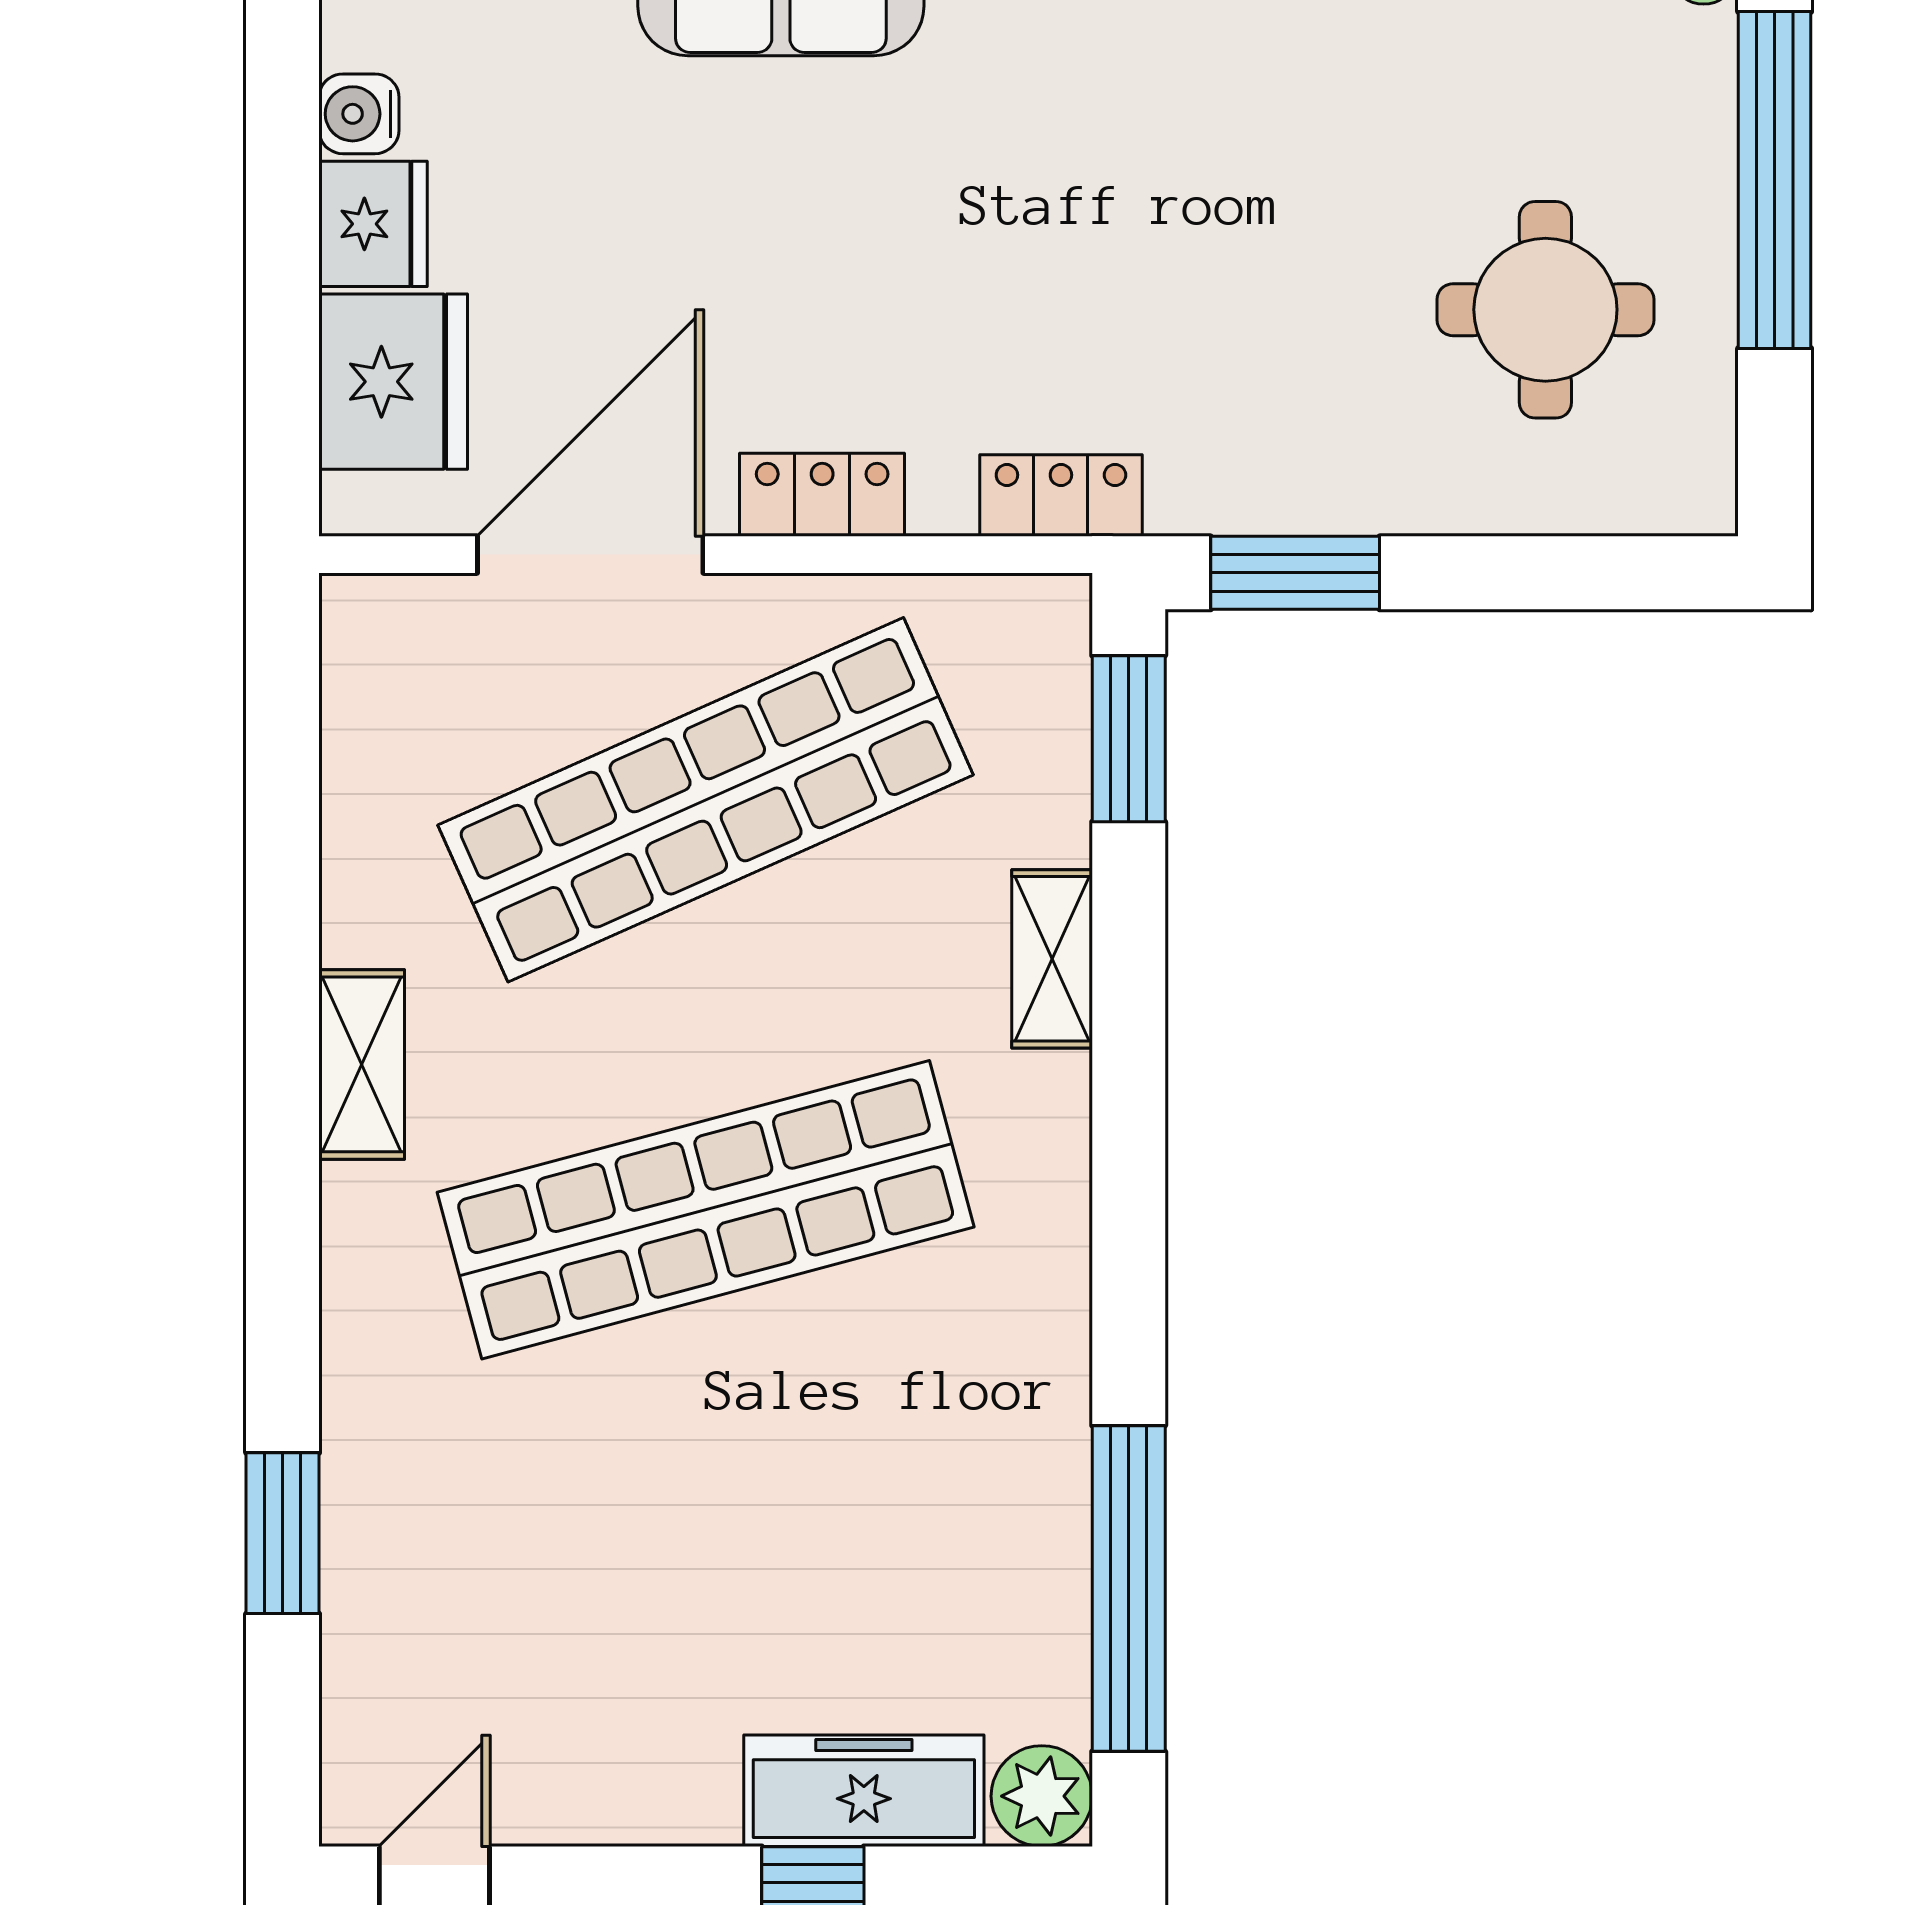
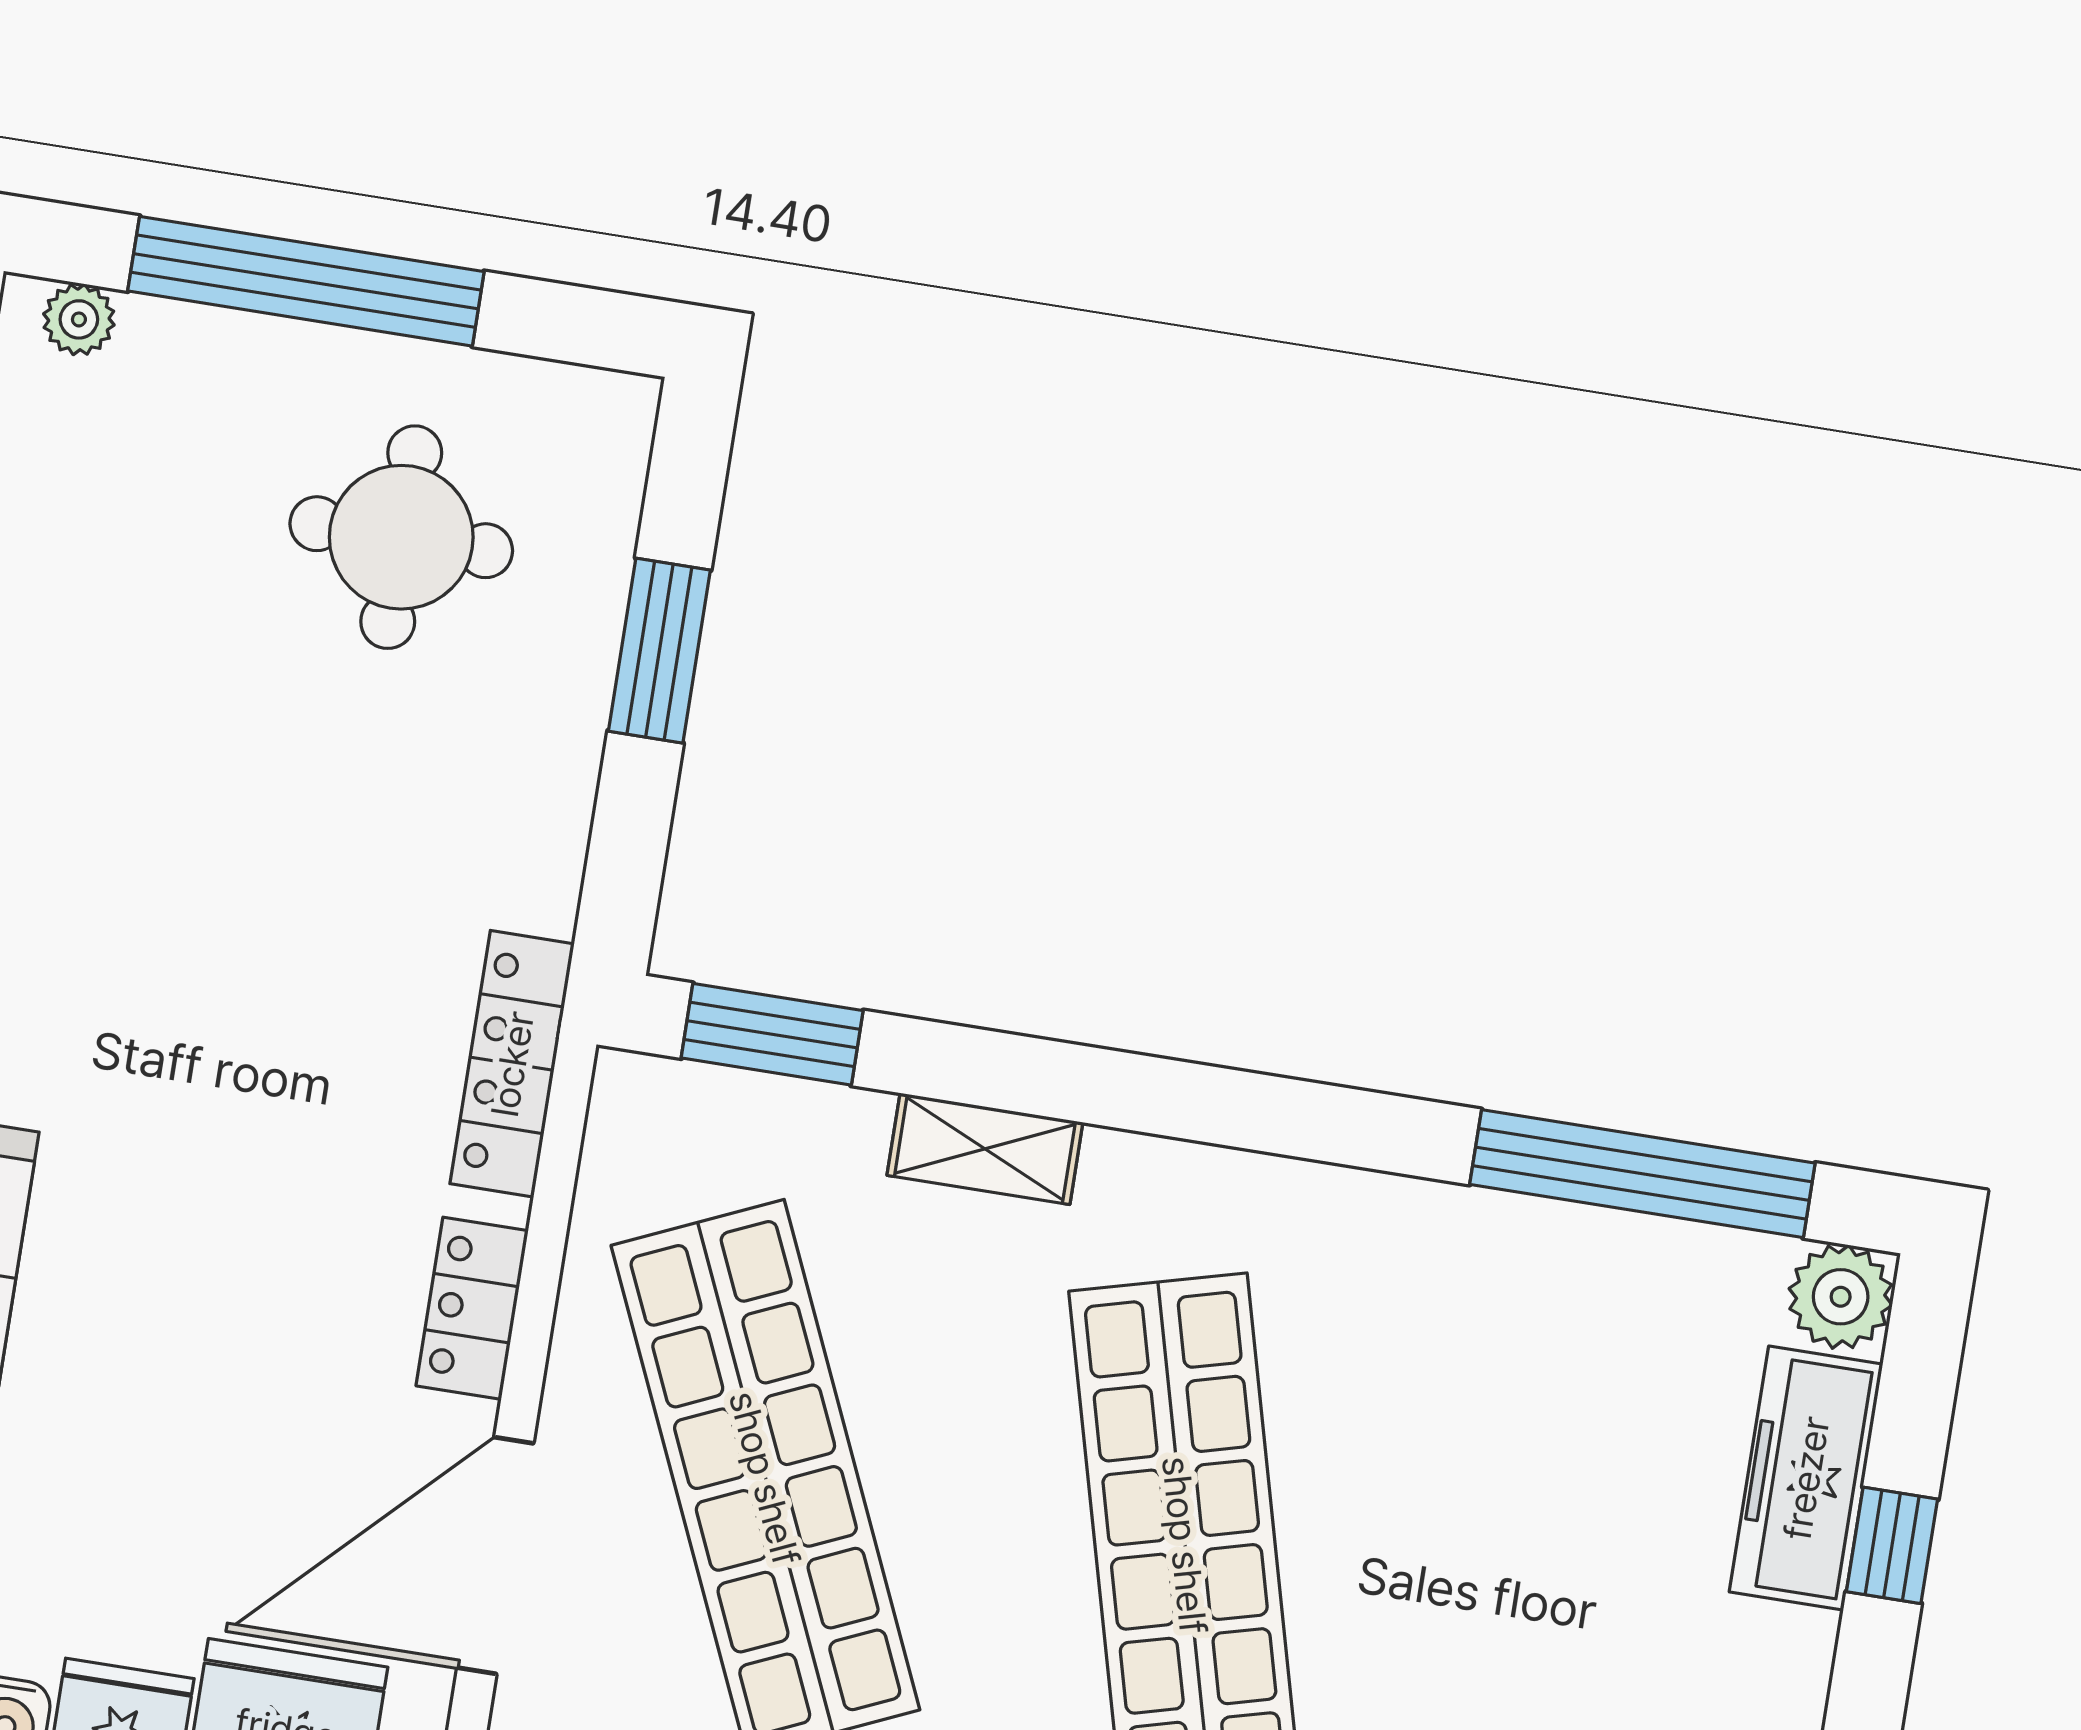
locker: (1061, 495) -> (512, 1064), width x1.53
door: (590, 555) -> (495, 1555), hinge flipped
window: (1295, 573) -> (659, 651), moved

